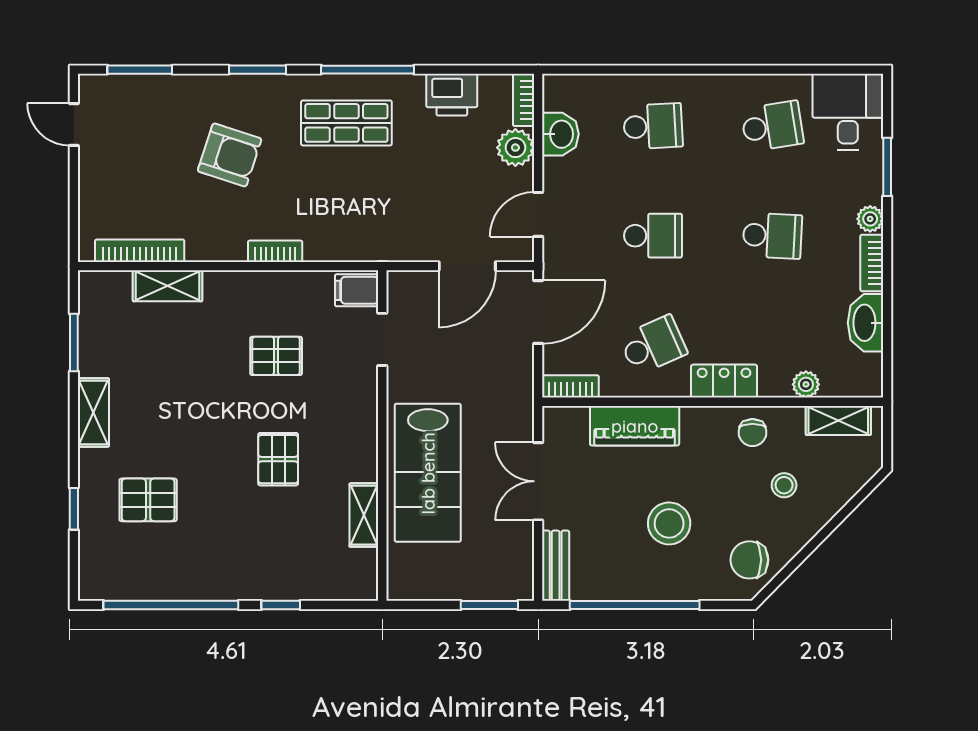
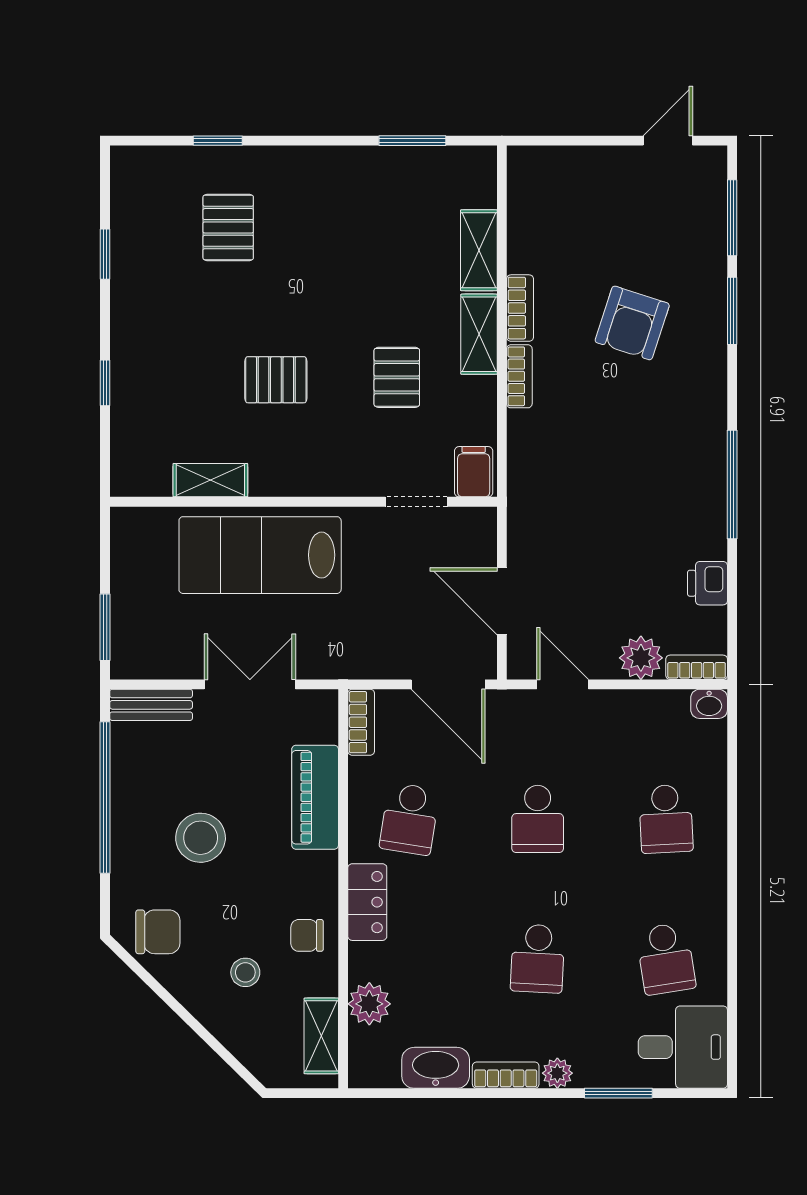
window: (257, 70) -> (732, 311), moved
printer: (452, 95) -> (708, 583), width x0.73, depth x0.81
shop shelf: (346, 123) -> (670, 460), removed
washbasin: (560, 134) -> (709, 704), moved, width x0.72, depth x0.69
bookcase: (140, 251) -> (520, 308), moved, width x0.64
school desk: (653, 345) -> (409, 819), turned 33
plant: (806, 384) -> (369, 1004), width x1.38, depth x1.38
shelving: (93, 412) -> (479, 334), moved, turned 90
chair: (749, 560) -> (158, 932), turned 90
window: (171, 605) -> (105, 254), width x0.32

